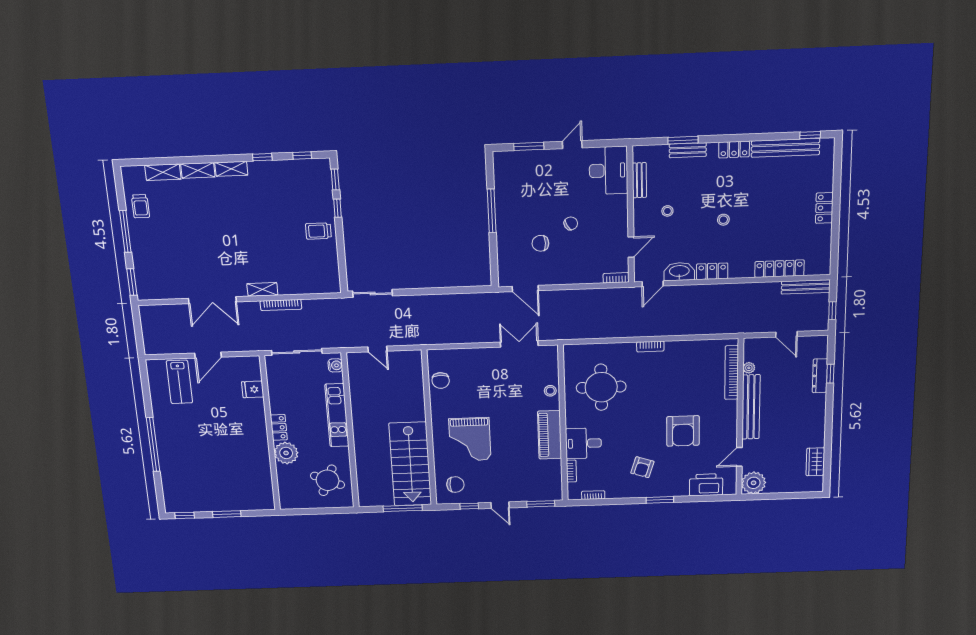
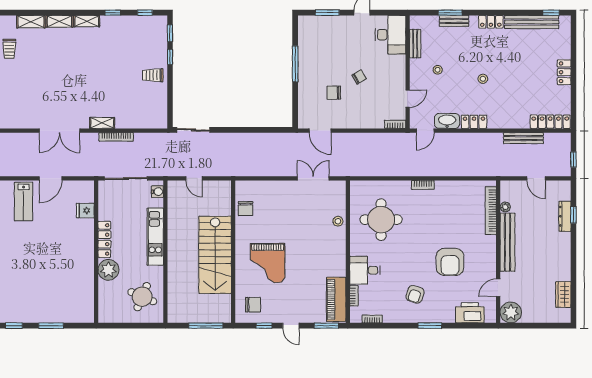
locker: (779, 269) -> (550, 122), moved
bench: (806, 287) -> (523, 138), moved
locker: (279, 427) -> (104, 239), width x1.53
piano: (550, 435) -> (336, 299), moved
stairs: (410, 464) -> (215, 255), moved

